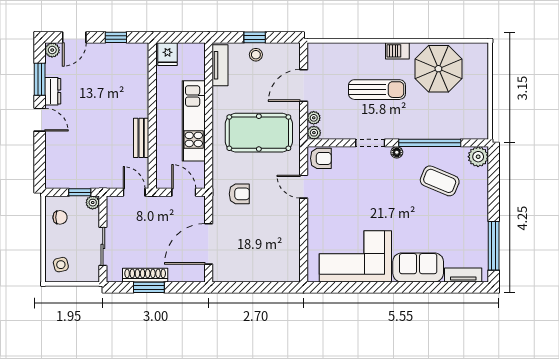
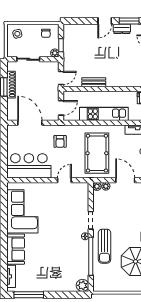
sun lounger: (377, 90) -> (105, 246), moved
armchair: (321, 158) -> (81, 191), removed
coffee table: (440, 181) -> (68, 262), removed
bar counter: (280, 246) -> (29, 166), added

